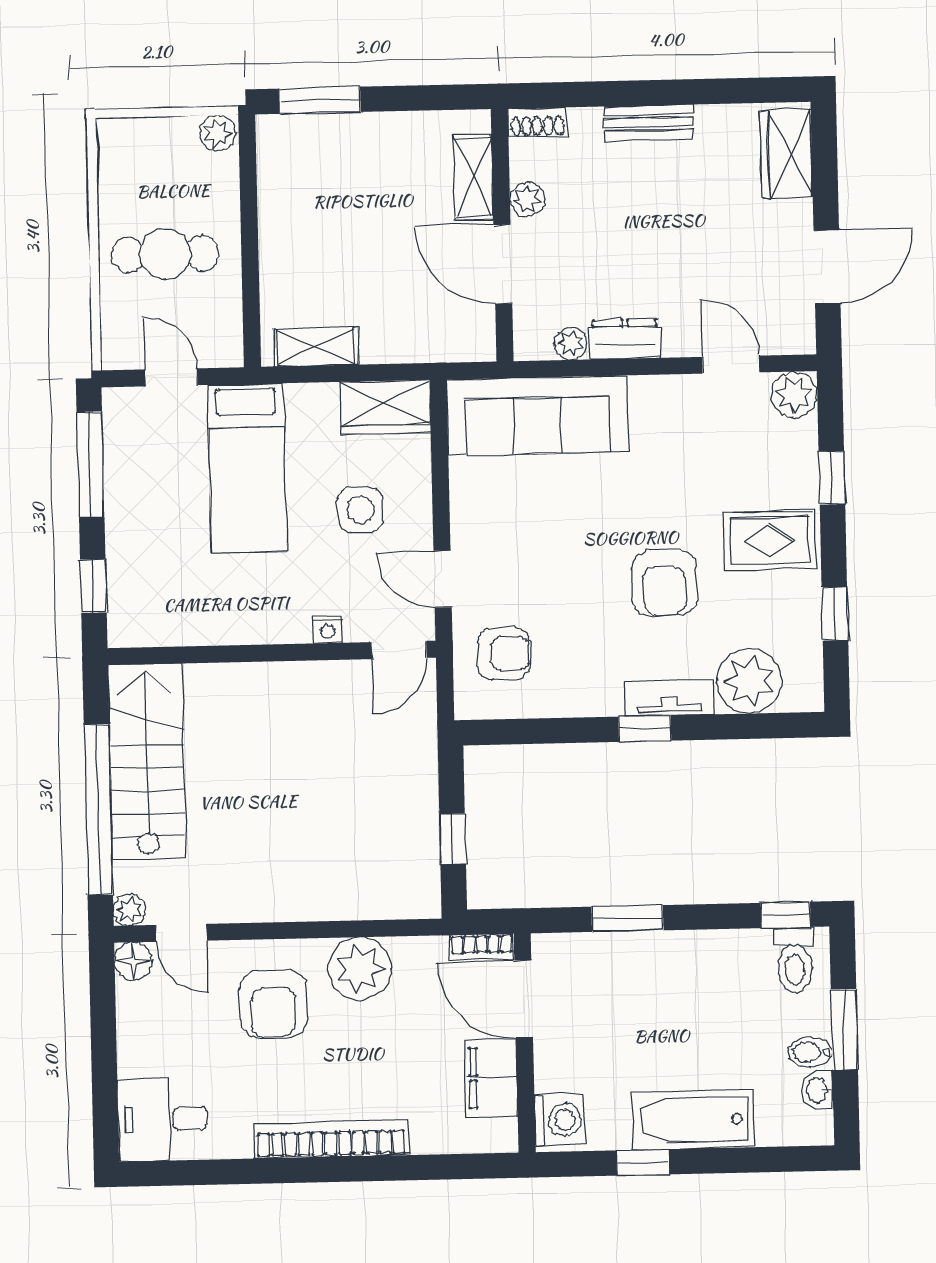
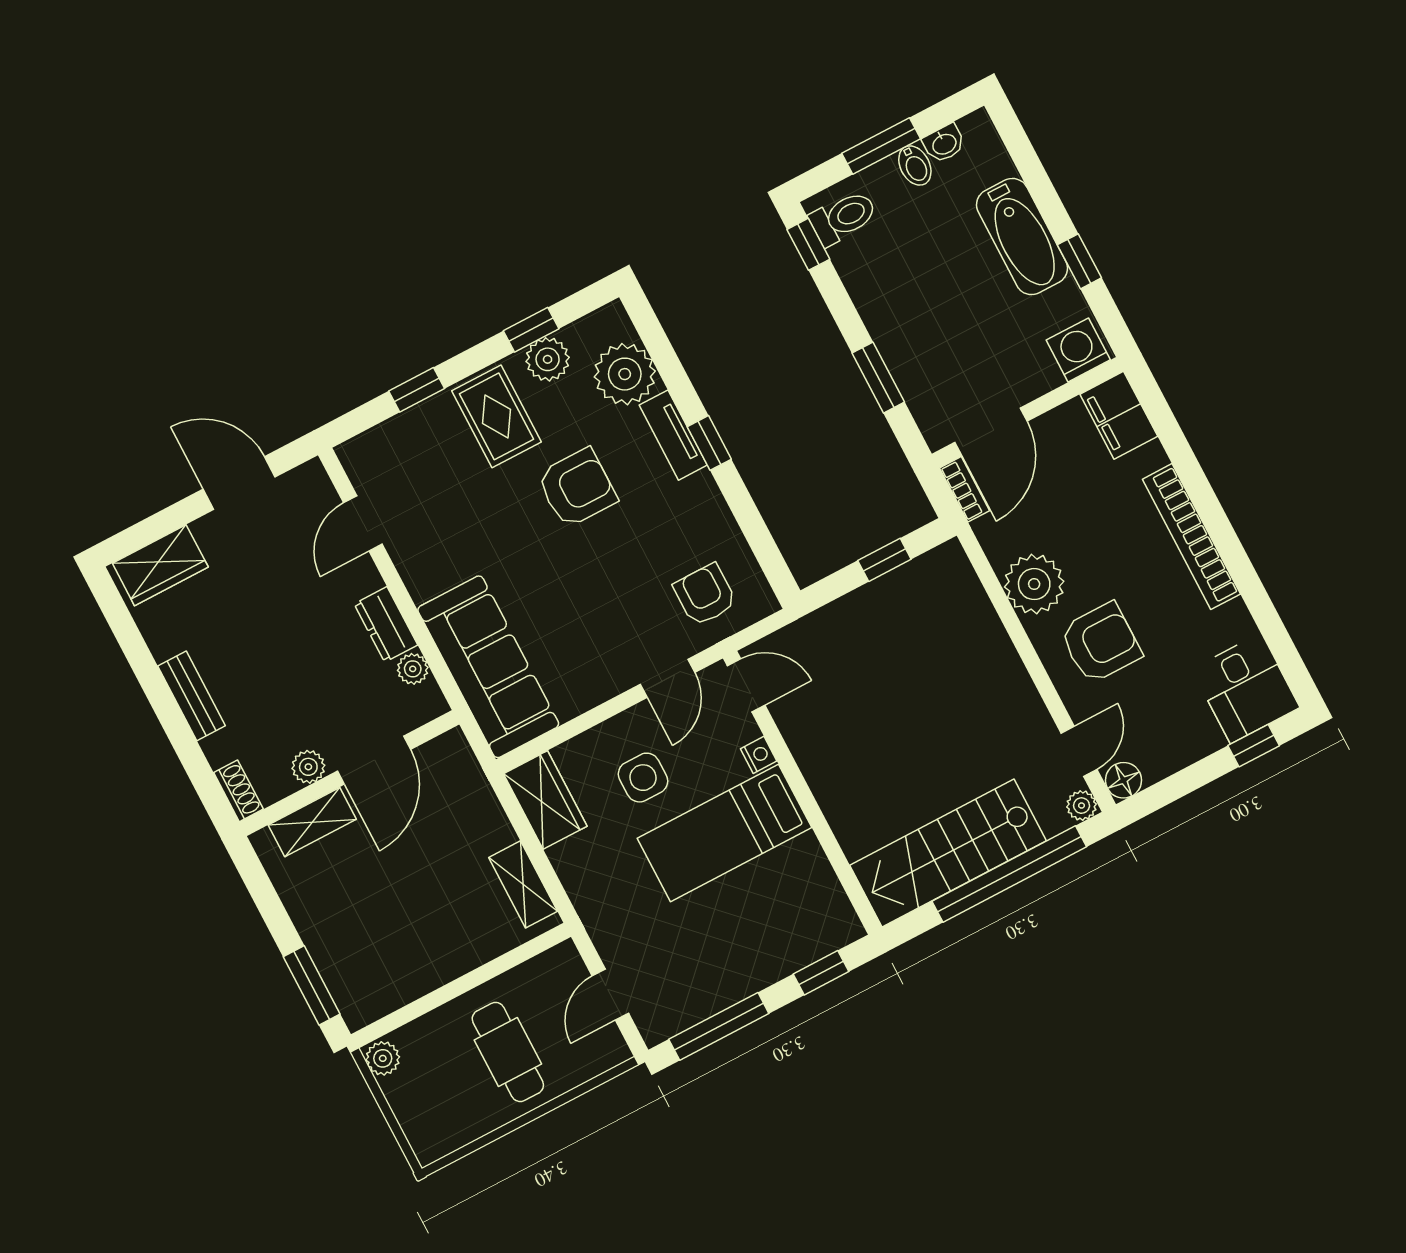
plant: (794, 395) -> (548, 359), moved
bed: (247, 468) -> (724, 833), moved, turned 180
filing cabinet: (491, 1078) -> (1119, 415), moved, turned 90
window: (105, 1100) -> (1254, 746), added

